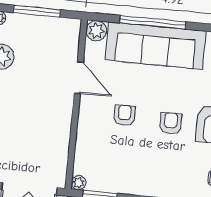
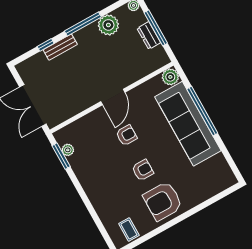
dresser: (40, 23) -> (149, 35), added
door: (79, 78) -> (113, 97), moved
plant: (79, 183) -> (68, 150), moved

